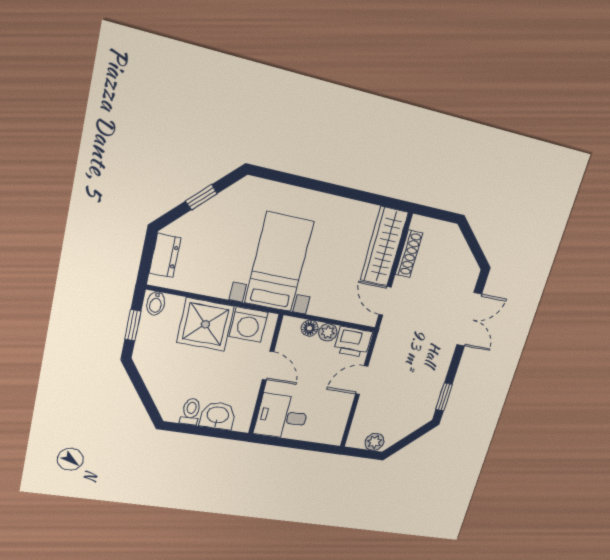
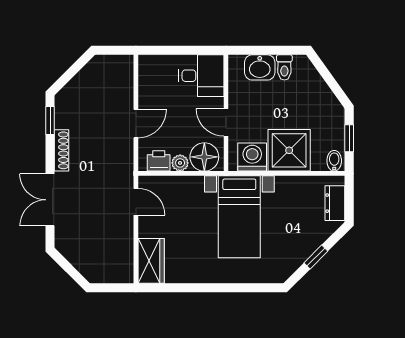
wardrobe: (384, 246) -> (151, 261), width x0.67
shoe rack: (409, 254) -> (62, 150), moved, turned 180
floor lamp: (309, 328) -> (204, 157), width x1.89, depth x1.89
printer: (353, 342) -> (159, 161), width x0.73, depth x0.81
plant: (374, 442) -> (105, 64), removed

